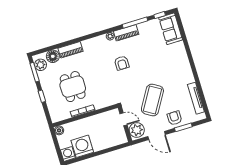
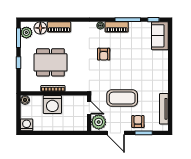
dining table: (73, 87) -> (50, 62), width x1.38
coffee table: (152, 100) -> (122, 98), turned 59
washing machine: (82, 146) -> (52, 104), moved, turned 180

